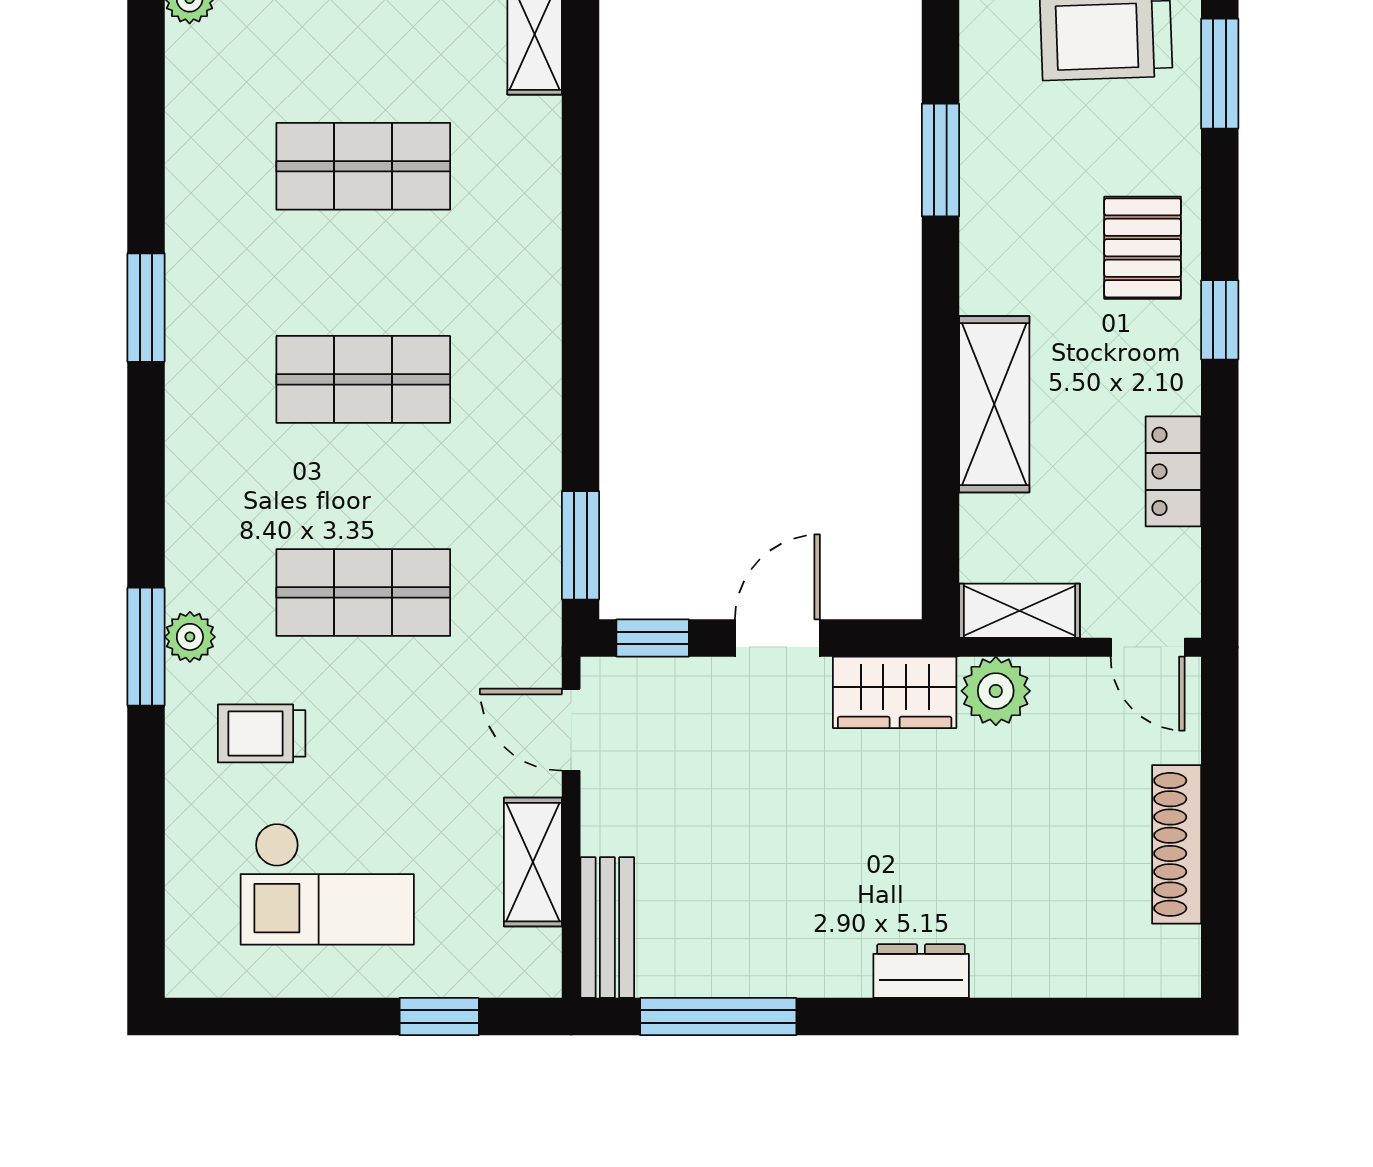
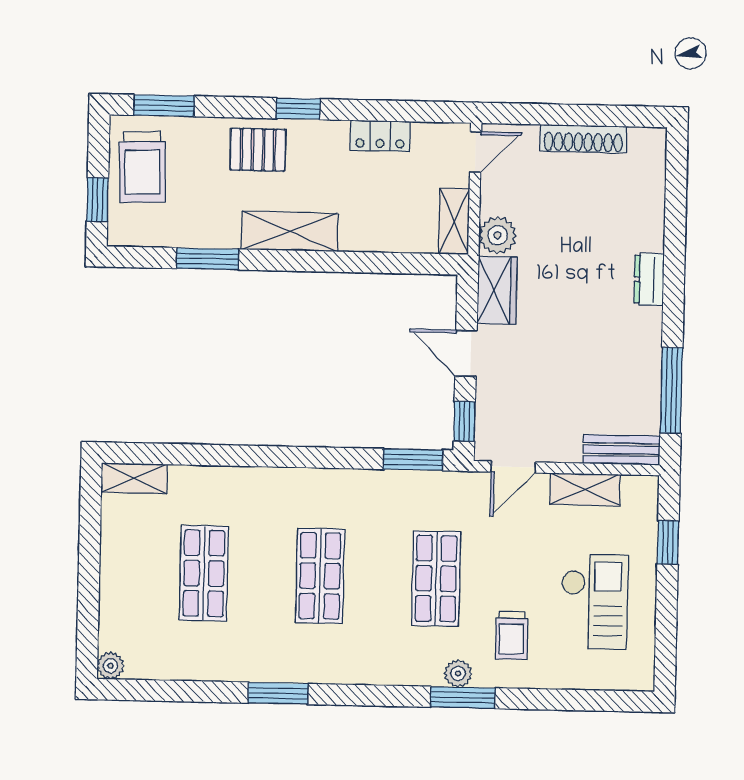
shelving: (994, 404) -> (290, 231), moved

